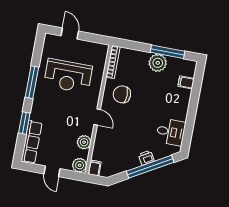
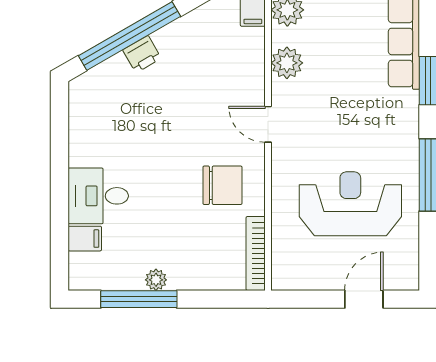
door: (70, 33) -> (364, 299), swing flipped
plant: (158, 63) -> (156, 280), width x0.53, depth x0.53
desk: (171, 132) -> (98, 196), moved

